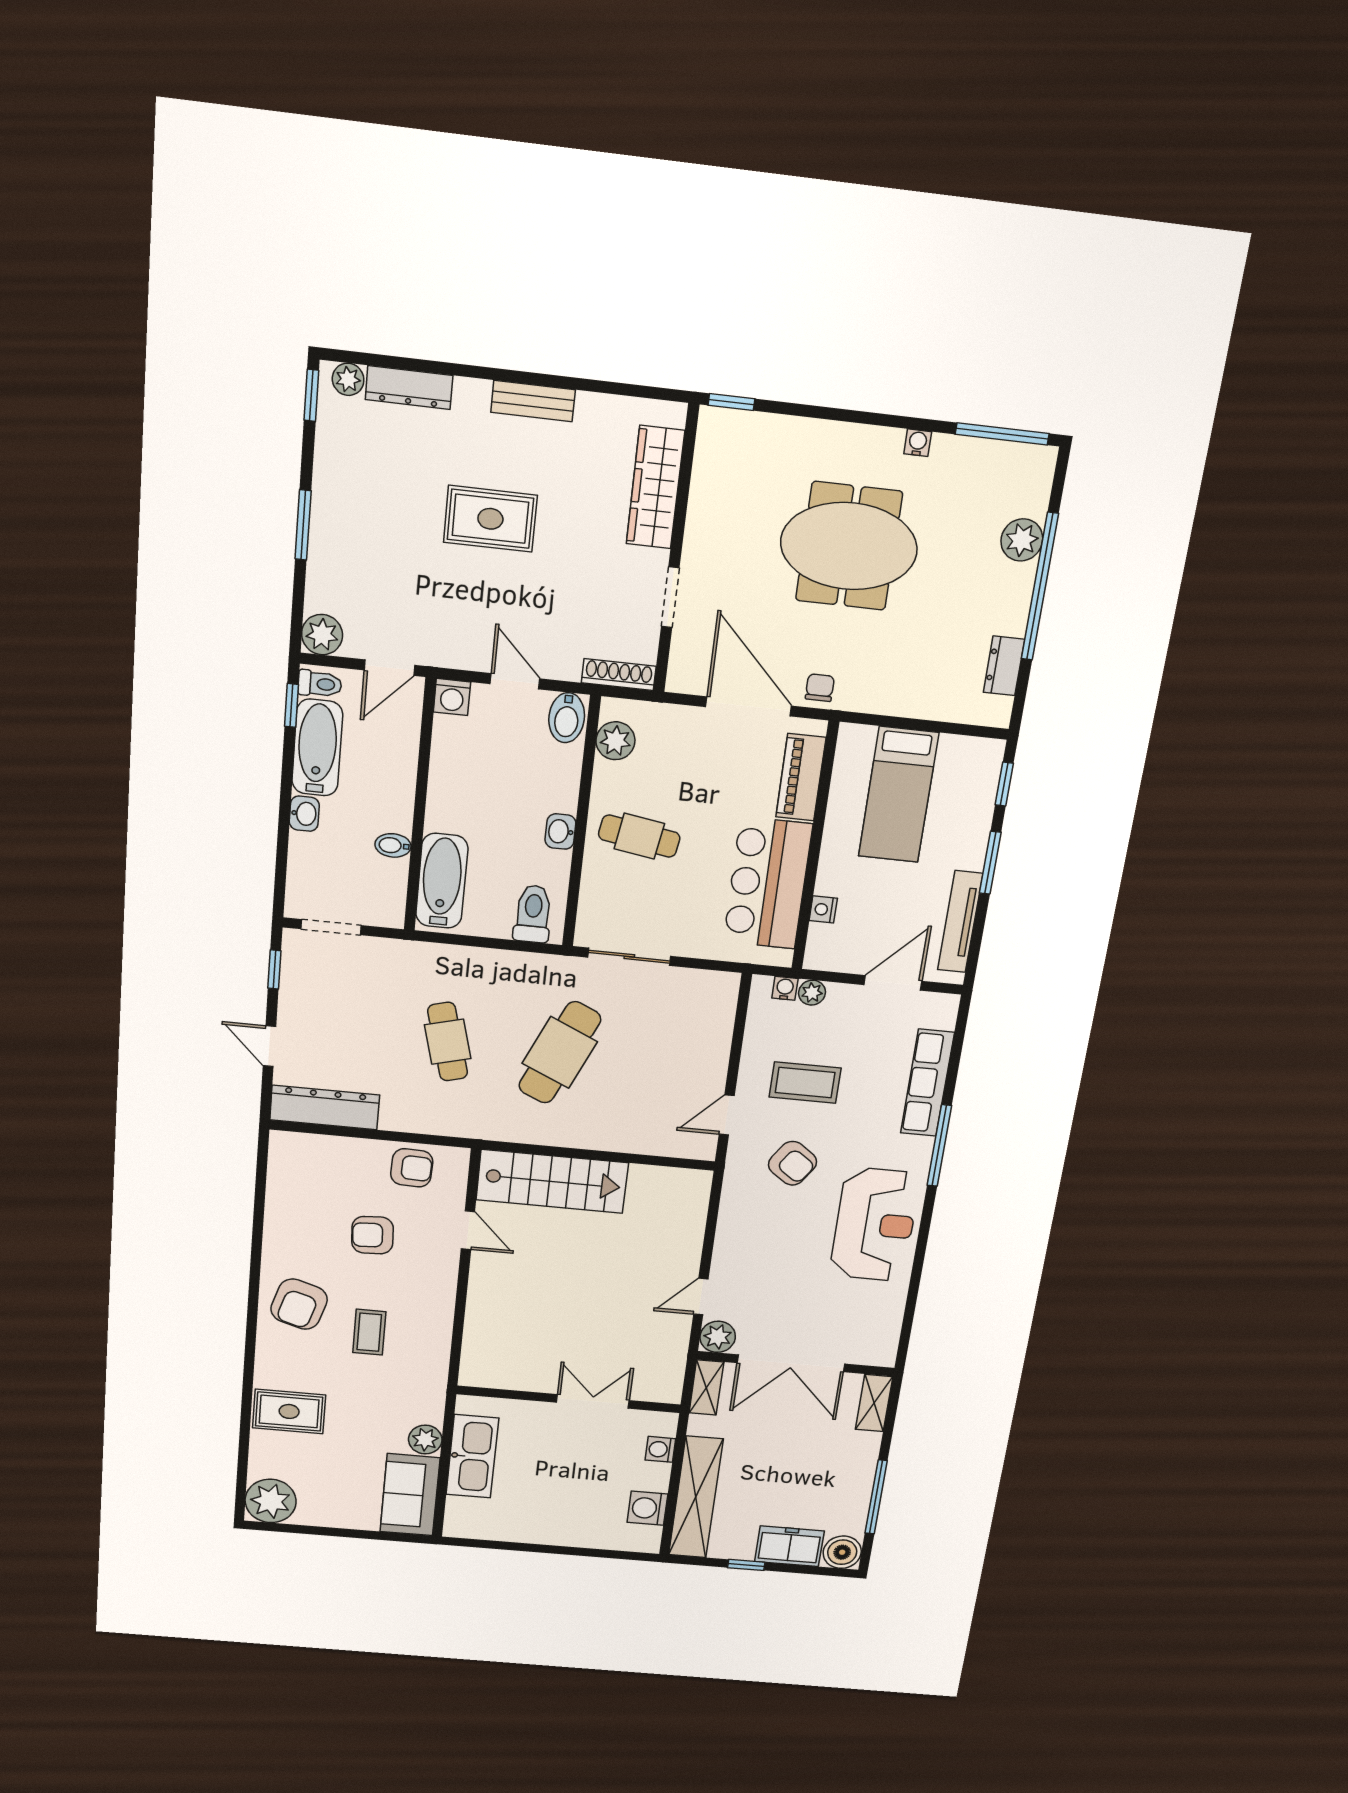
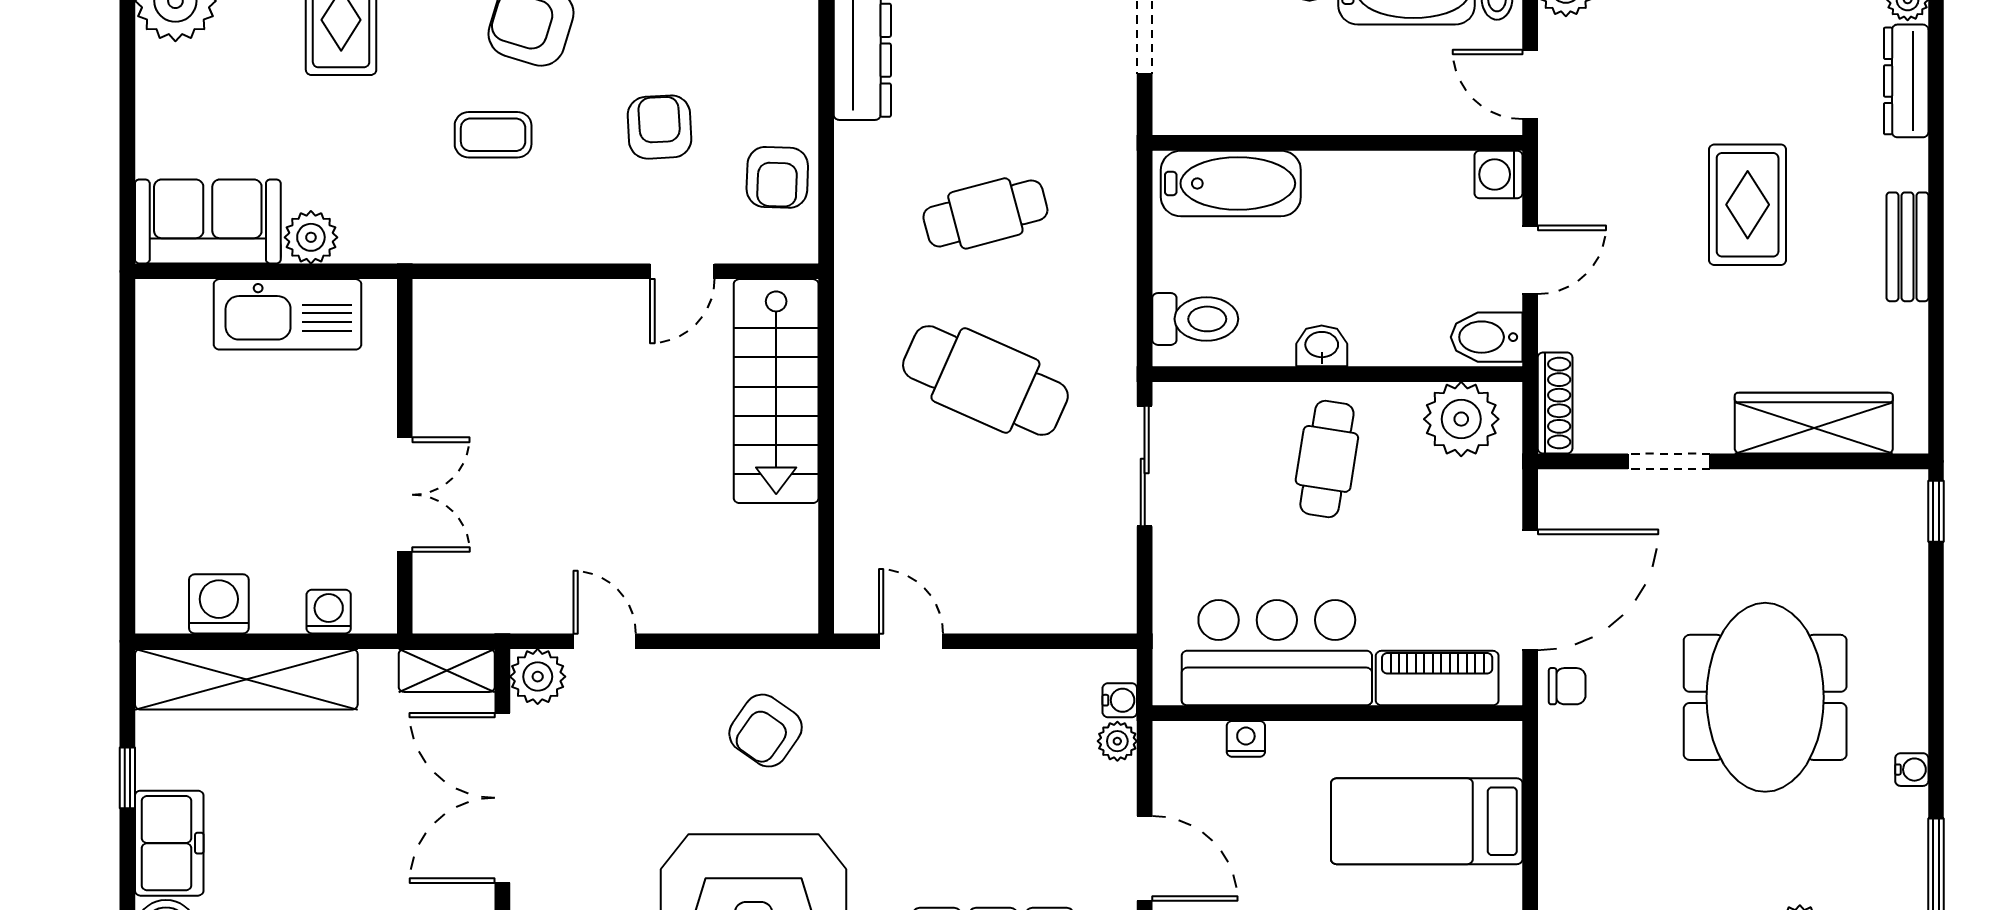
plant: (615, 741) -> (1461, 419), width x1.36, depth x1.36
bidet: (393, 845) -> (1276, 109), removed
coffee table: (805, 1083) -> (975, 752), removed
armchair: (792, 1163) -> (766, 731), moved

